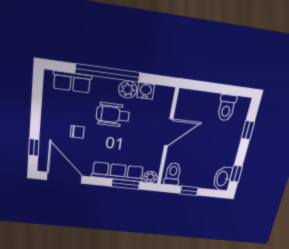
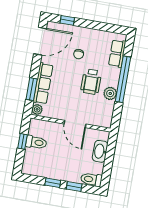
water cooler: (146, 91) -> (109, 107), removed
toilet: (226, 108) -> (91, 179), moved
wheelchair: (113, 115) -> (91, 82), turned 180
toilet: (173, 174) -> (36, 142), moved
window: (236, 174) -> (53, 183), moved
washbasin: (223, 179) -> (100, 151), moved, turned -90

